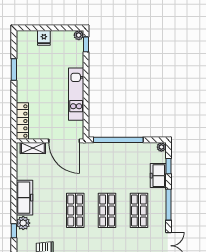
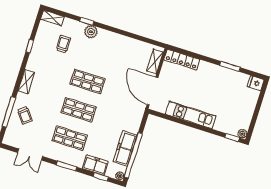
fridge: (44, 38) -> (256, 83), moved
window: (118, 140) -> (133, 155), moved
door: (64, 141) -> (152, 91), hinge flipped
freezer: (24, 198) -> (125, 148), moved, turned 90
window: (168, 205) -> (67, 166), width x0.69

